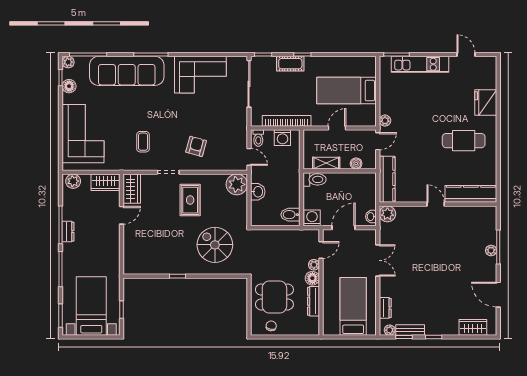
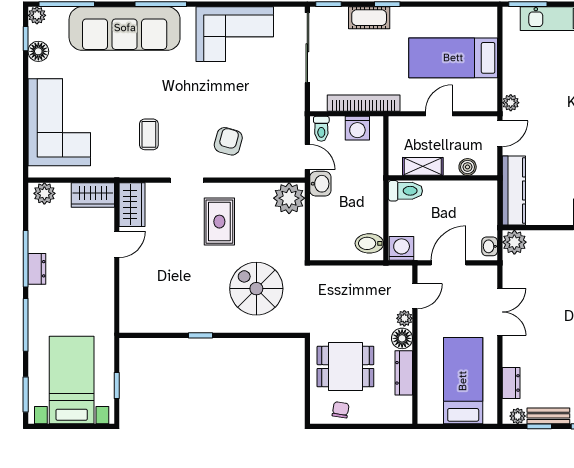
washbasin: (258, 192) -> (320, 184), moved

